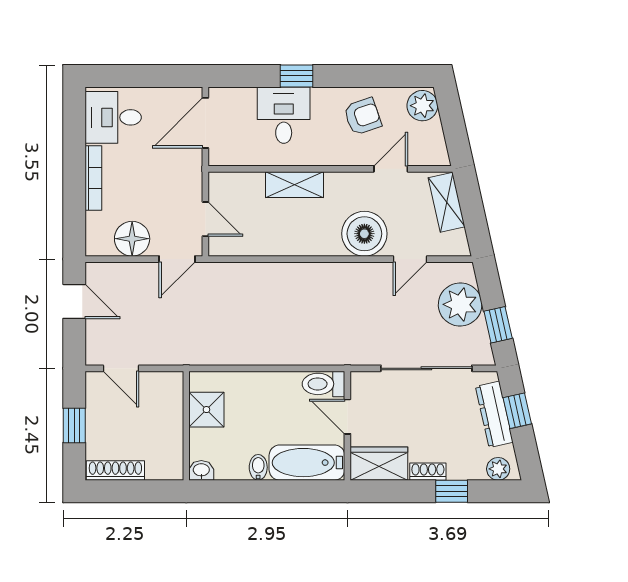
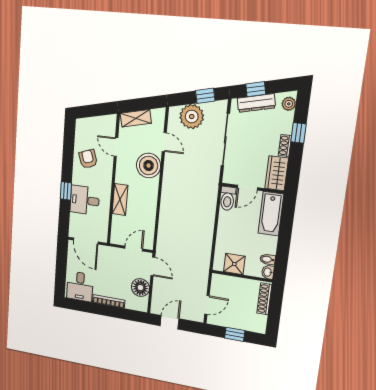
plant: (422, 106) -> (85, 126), removed
bidet: (258, 467) -> (268, 259), moved
shoe rack: (115, 470) -> (264, 299), moved

